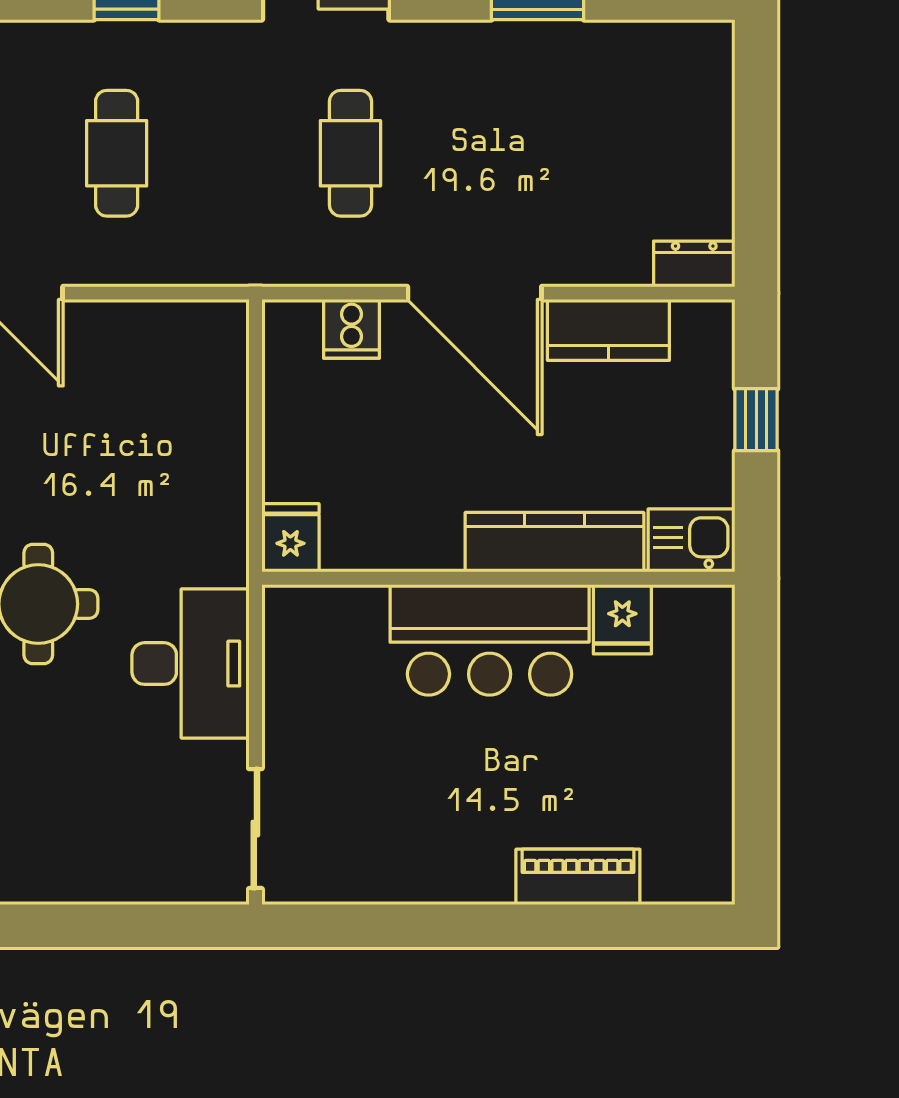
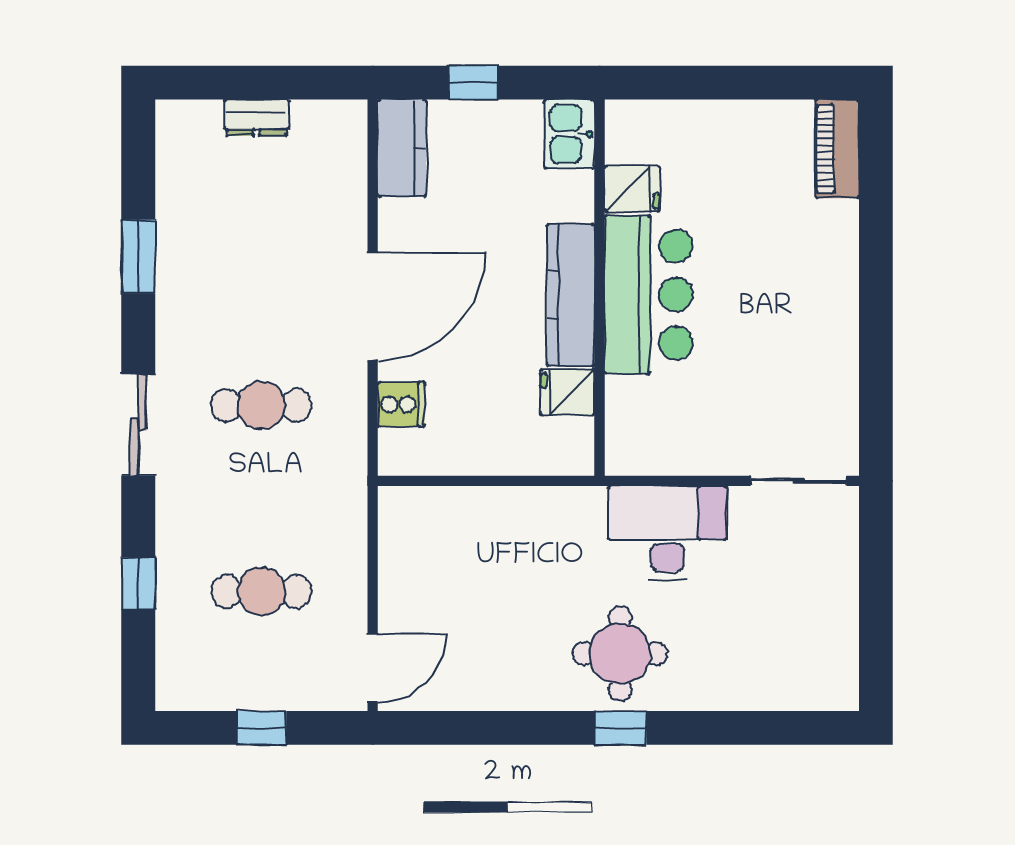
dresser: (694, 264) -> (257, 118), moved, turned -90
kitchen counter: (608, 330) -> (402, 148), moved
fridge: (290, 538) -> (567, 392), moved
kitchen counter: (555, 542) -> (571, 295), moved
piano: (578, 877) -> (837, 149), moved

